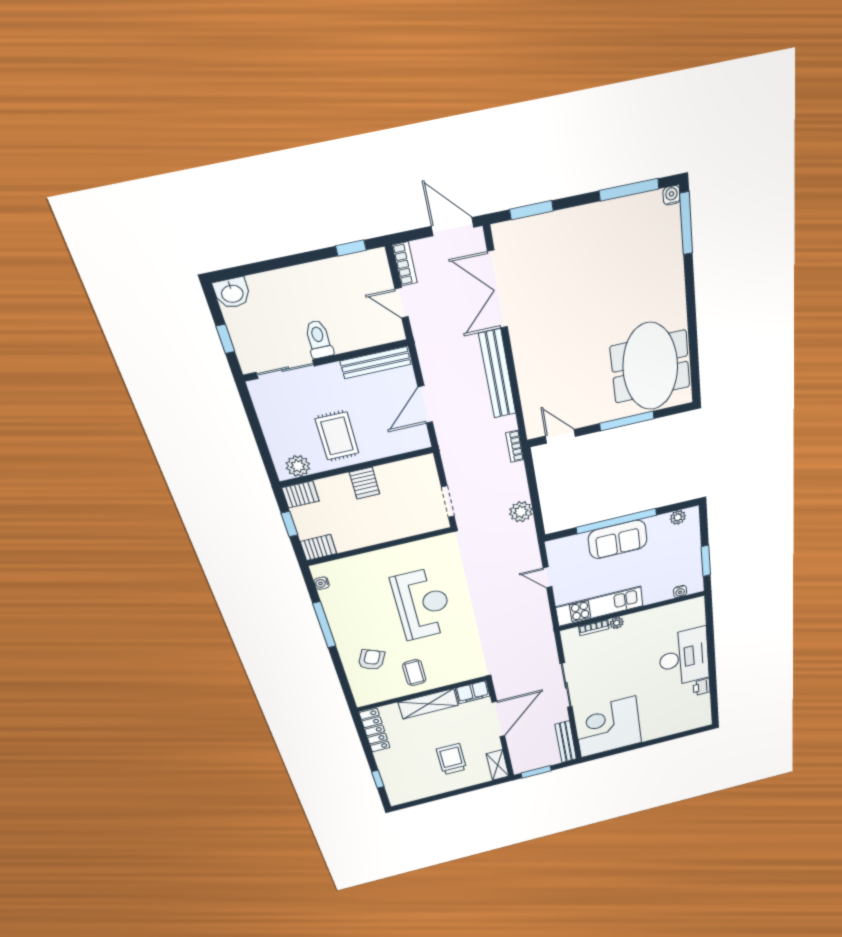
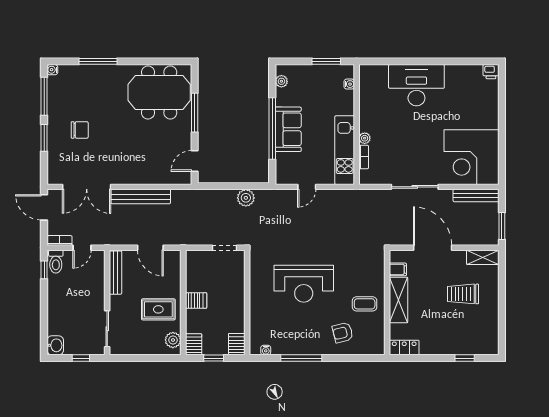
window: (532, 210) -> (44, 138), moved
window: (686, 223) -> (98, 61), moved
door: (453, 227) -> (44, 207), hinge flipped
chair: (583, 260) -> (80, 130), added
toilet: (319, 339) -> (56, 262), moved, turned -90
bookcase: (515, 446) -> (194, 194), removed
reception desk: (422, 604) -> (304, 284), turned 180
armchair: (371, 660) -> (343, 333), turned -39
printer: (702, 687) -> (491, 72), moved
filing cabinet: (473, 692) -> (398, 269), width x0.50
locker: (375, 730) -> (404, 347), width x0.66

